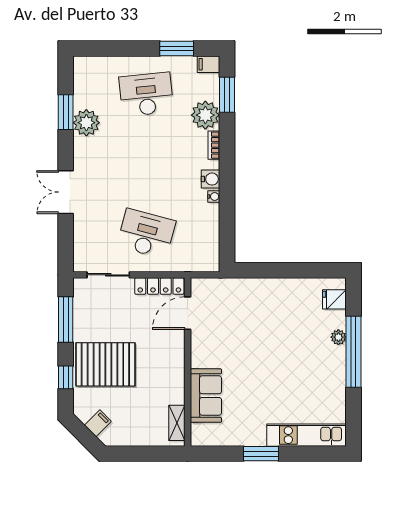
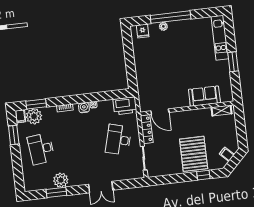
plant: (205, 115) -> (34, 116), moved
printer: (205, 252) -> (125, 106), added
window: (66, 319) -> (171, 179), removed

